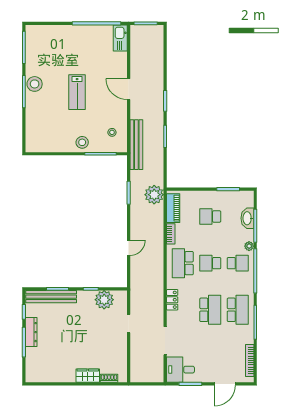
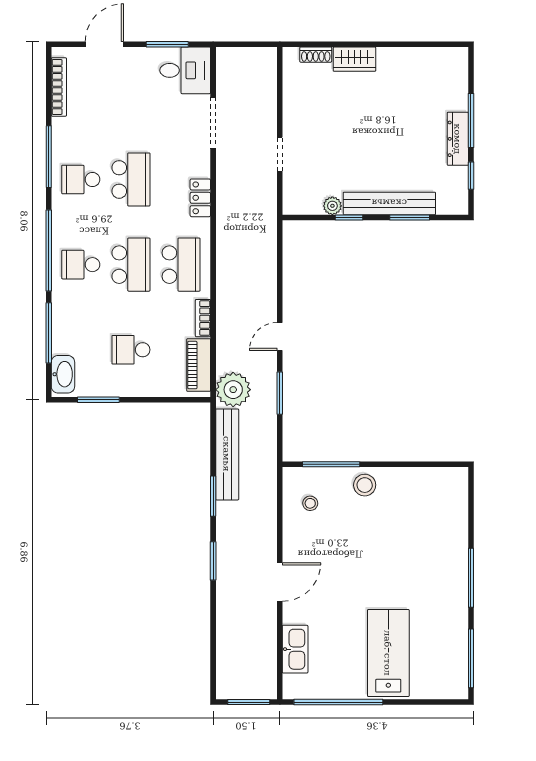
kitchen sink: (120, 38) -> (295, 649), moved
stool: (35, 84) -> (451, 592), removed
door: (129, 89) -> (280, 582), hinge flipped
lab bench: (77, 92) -> (388, 653), moved, width x1.36, depth x1.39
bench: (136, 145) -> (227, 454), moved
school desk: (210, 216) -> (131, 350), turned 180
washbasin: (247, 218) -> (63, 374), moved
plant: (249, 246) -> (60, 296), removed
door: (129, 248) -> (280, 336), moved
school desk: (210, 263) -> (131, 265), width x1.85
bench: (51, 297) -> (389, 203), moved
plant: (104, 300) -> (332, 206), width x0.53, depth x0.53
school desk: (210, 310) -> (131, 179), turned 180
school desk: (238, 310) -> (81, 179), width x0.54

